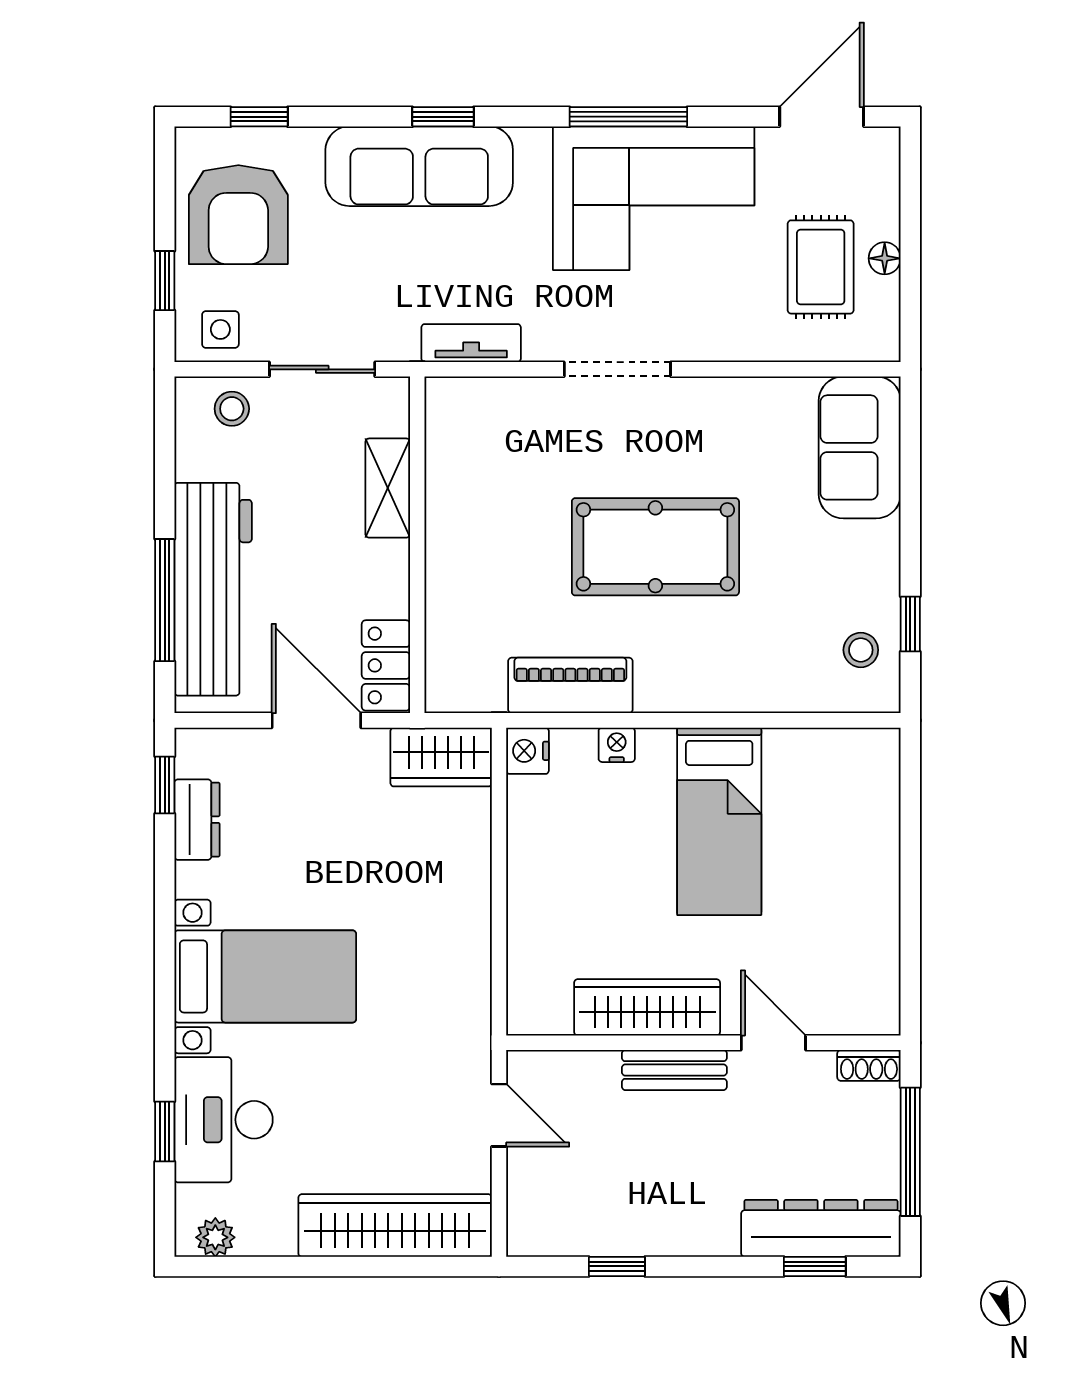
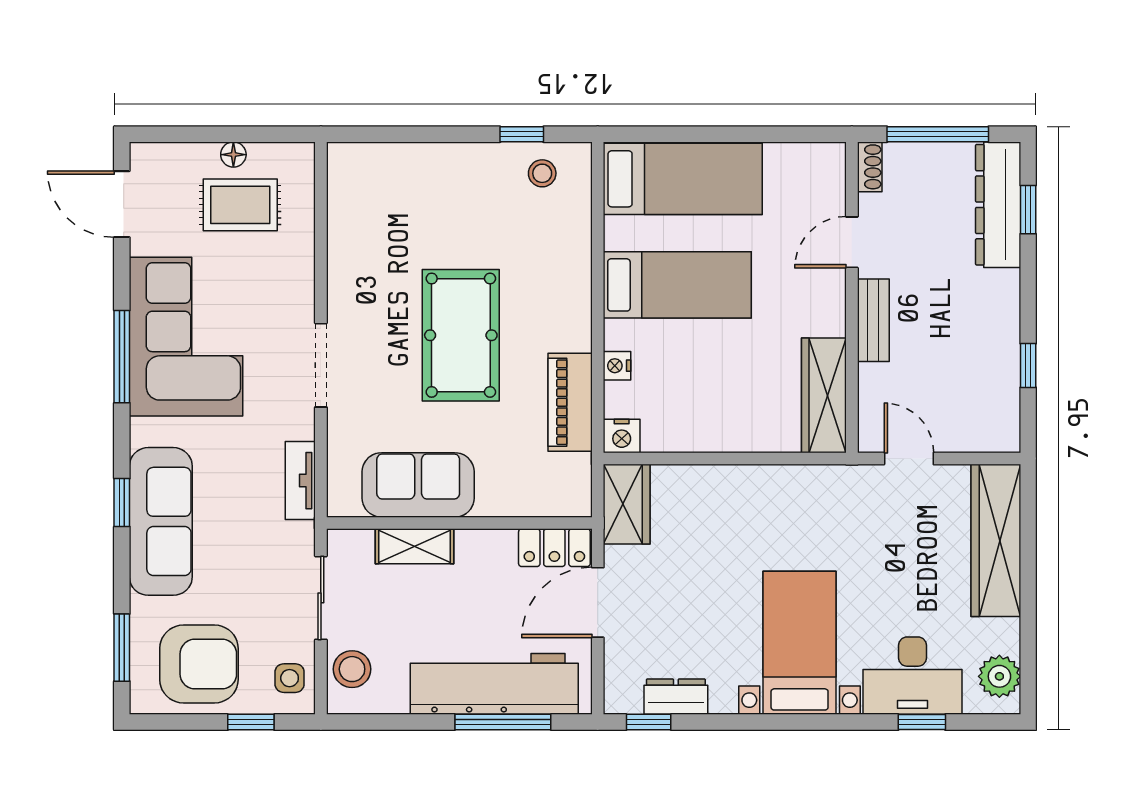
window: (259, 117) -> (122, 648), width x1.50
stool: (232, 409) -> (352, 669), width x1.37, depth x1.37
sofa: (860, 447) -> (418, 485), moved, turned 180
bed: (854, 828) -> (683, 179), added
wardrobe: (647, 1007) -> (824, 395), moved
door: (499, 1115) -> (909, 458), hinge flipped
plant: (215, 1237) -> (999, 676), width x1.38, depth x1.38

